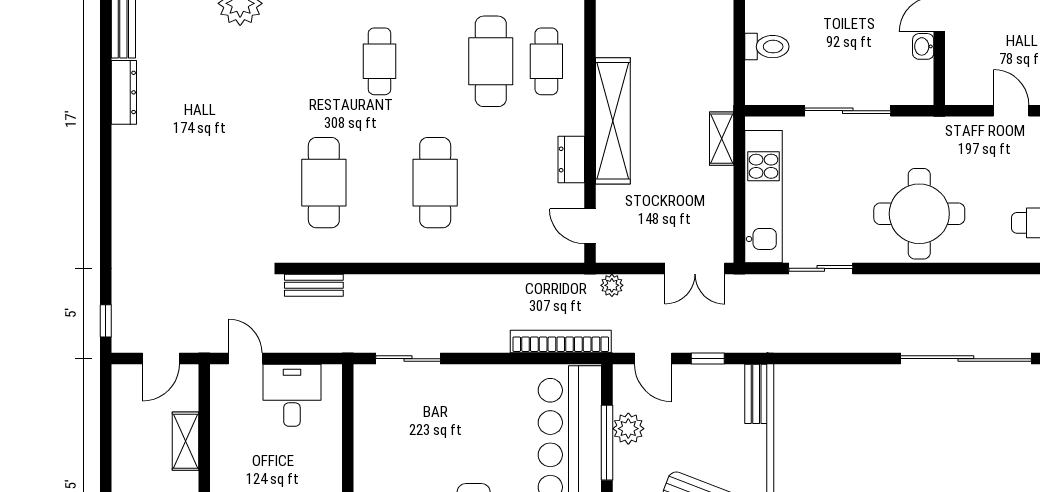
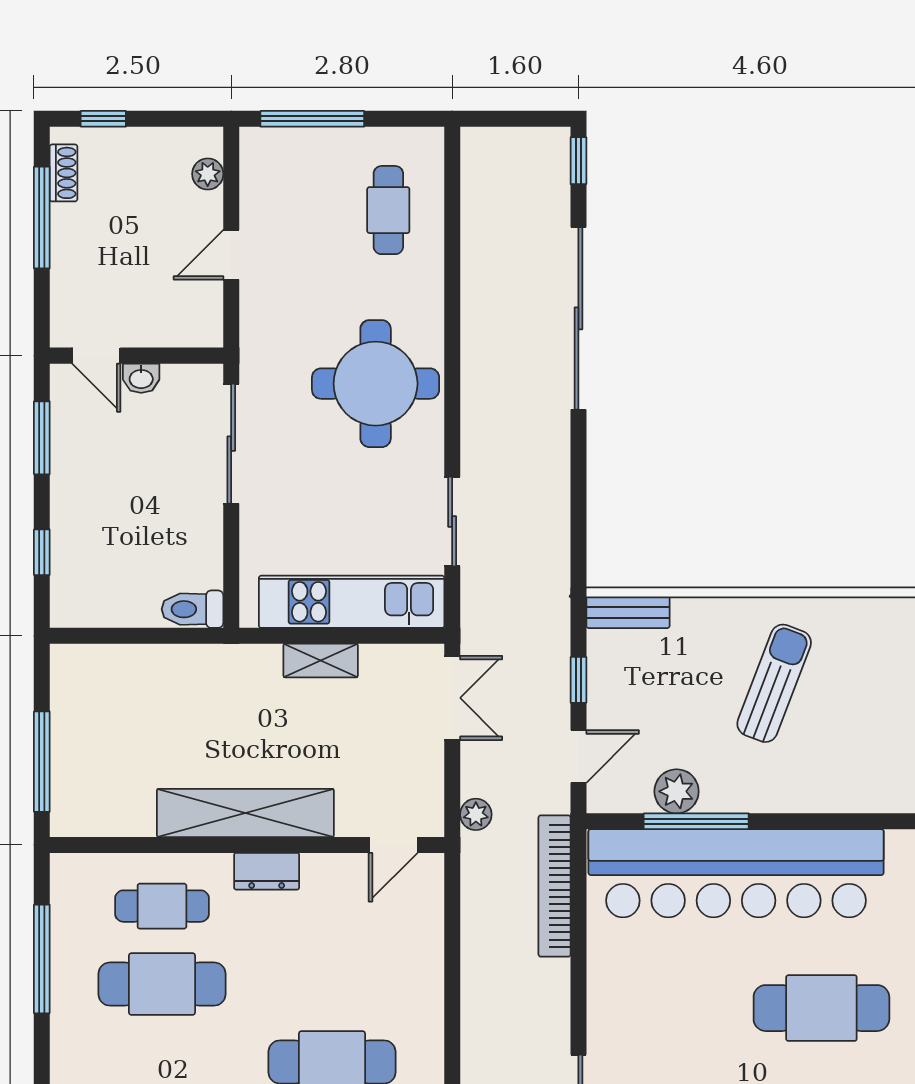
toilet: (767, 47) -> (192, 609), moved, turned -90
sliding door: (848, 111) -> (231, 444), moved
shelving: (722, 139) -> (321, 660), moved
dresser: (571, 159) -> (267, 871), moved

